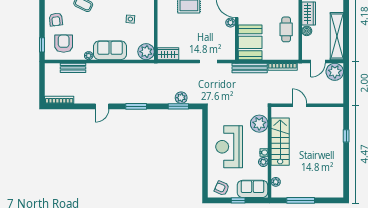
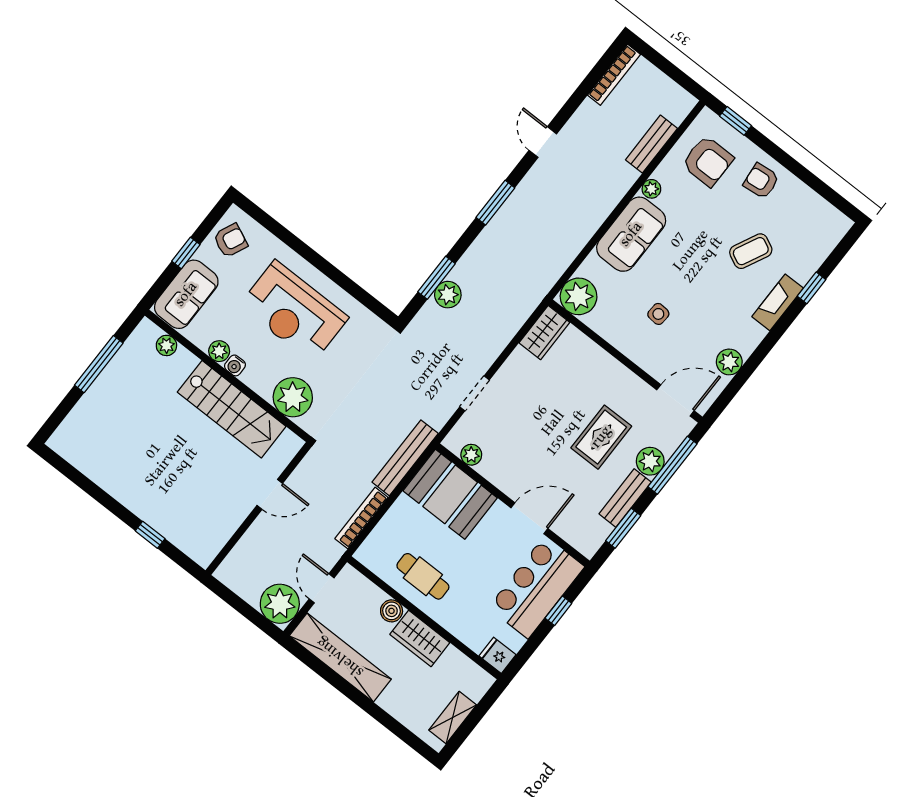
plant: (230, 23) -> (471, 455), moved
reception desk: (229, 147) -> (294, 311), turned 180

